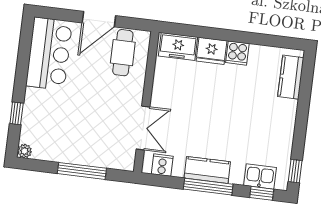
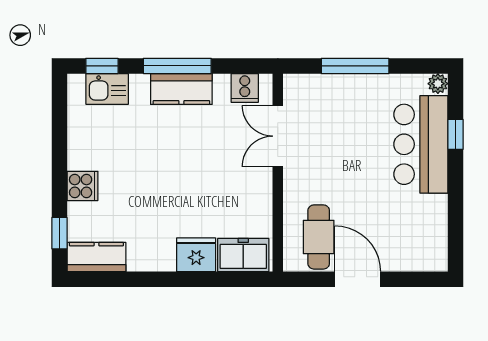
door: (99, 19) -> (358, 279), hinge flipped
cooker: (237, 53) -> (82, 186), moved, turned 90
bar counter: (49, 54) -> (421, 144), moved
kitchen counter: (291, 77) -> (96, 257), moved, turned -90
window: (295, 171) -> (59, 233), moved

